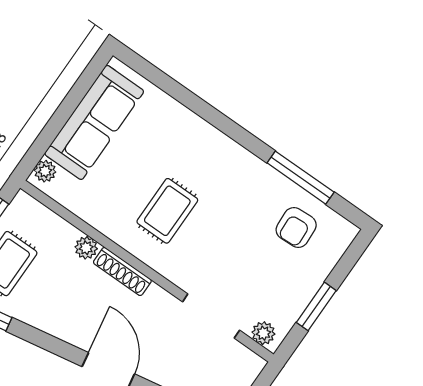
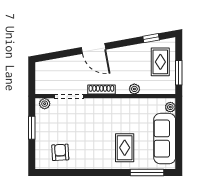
window: (301, 178) -> (147, 172), moved
rug: (167, 211) -> (125, 148), moved
shoe rack: (122, 271) -> (101, 90), moved

